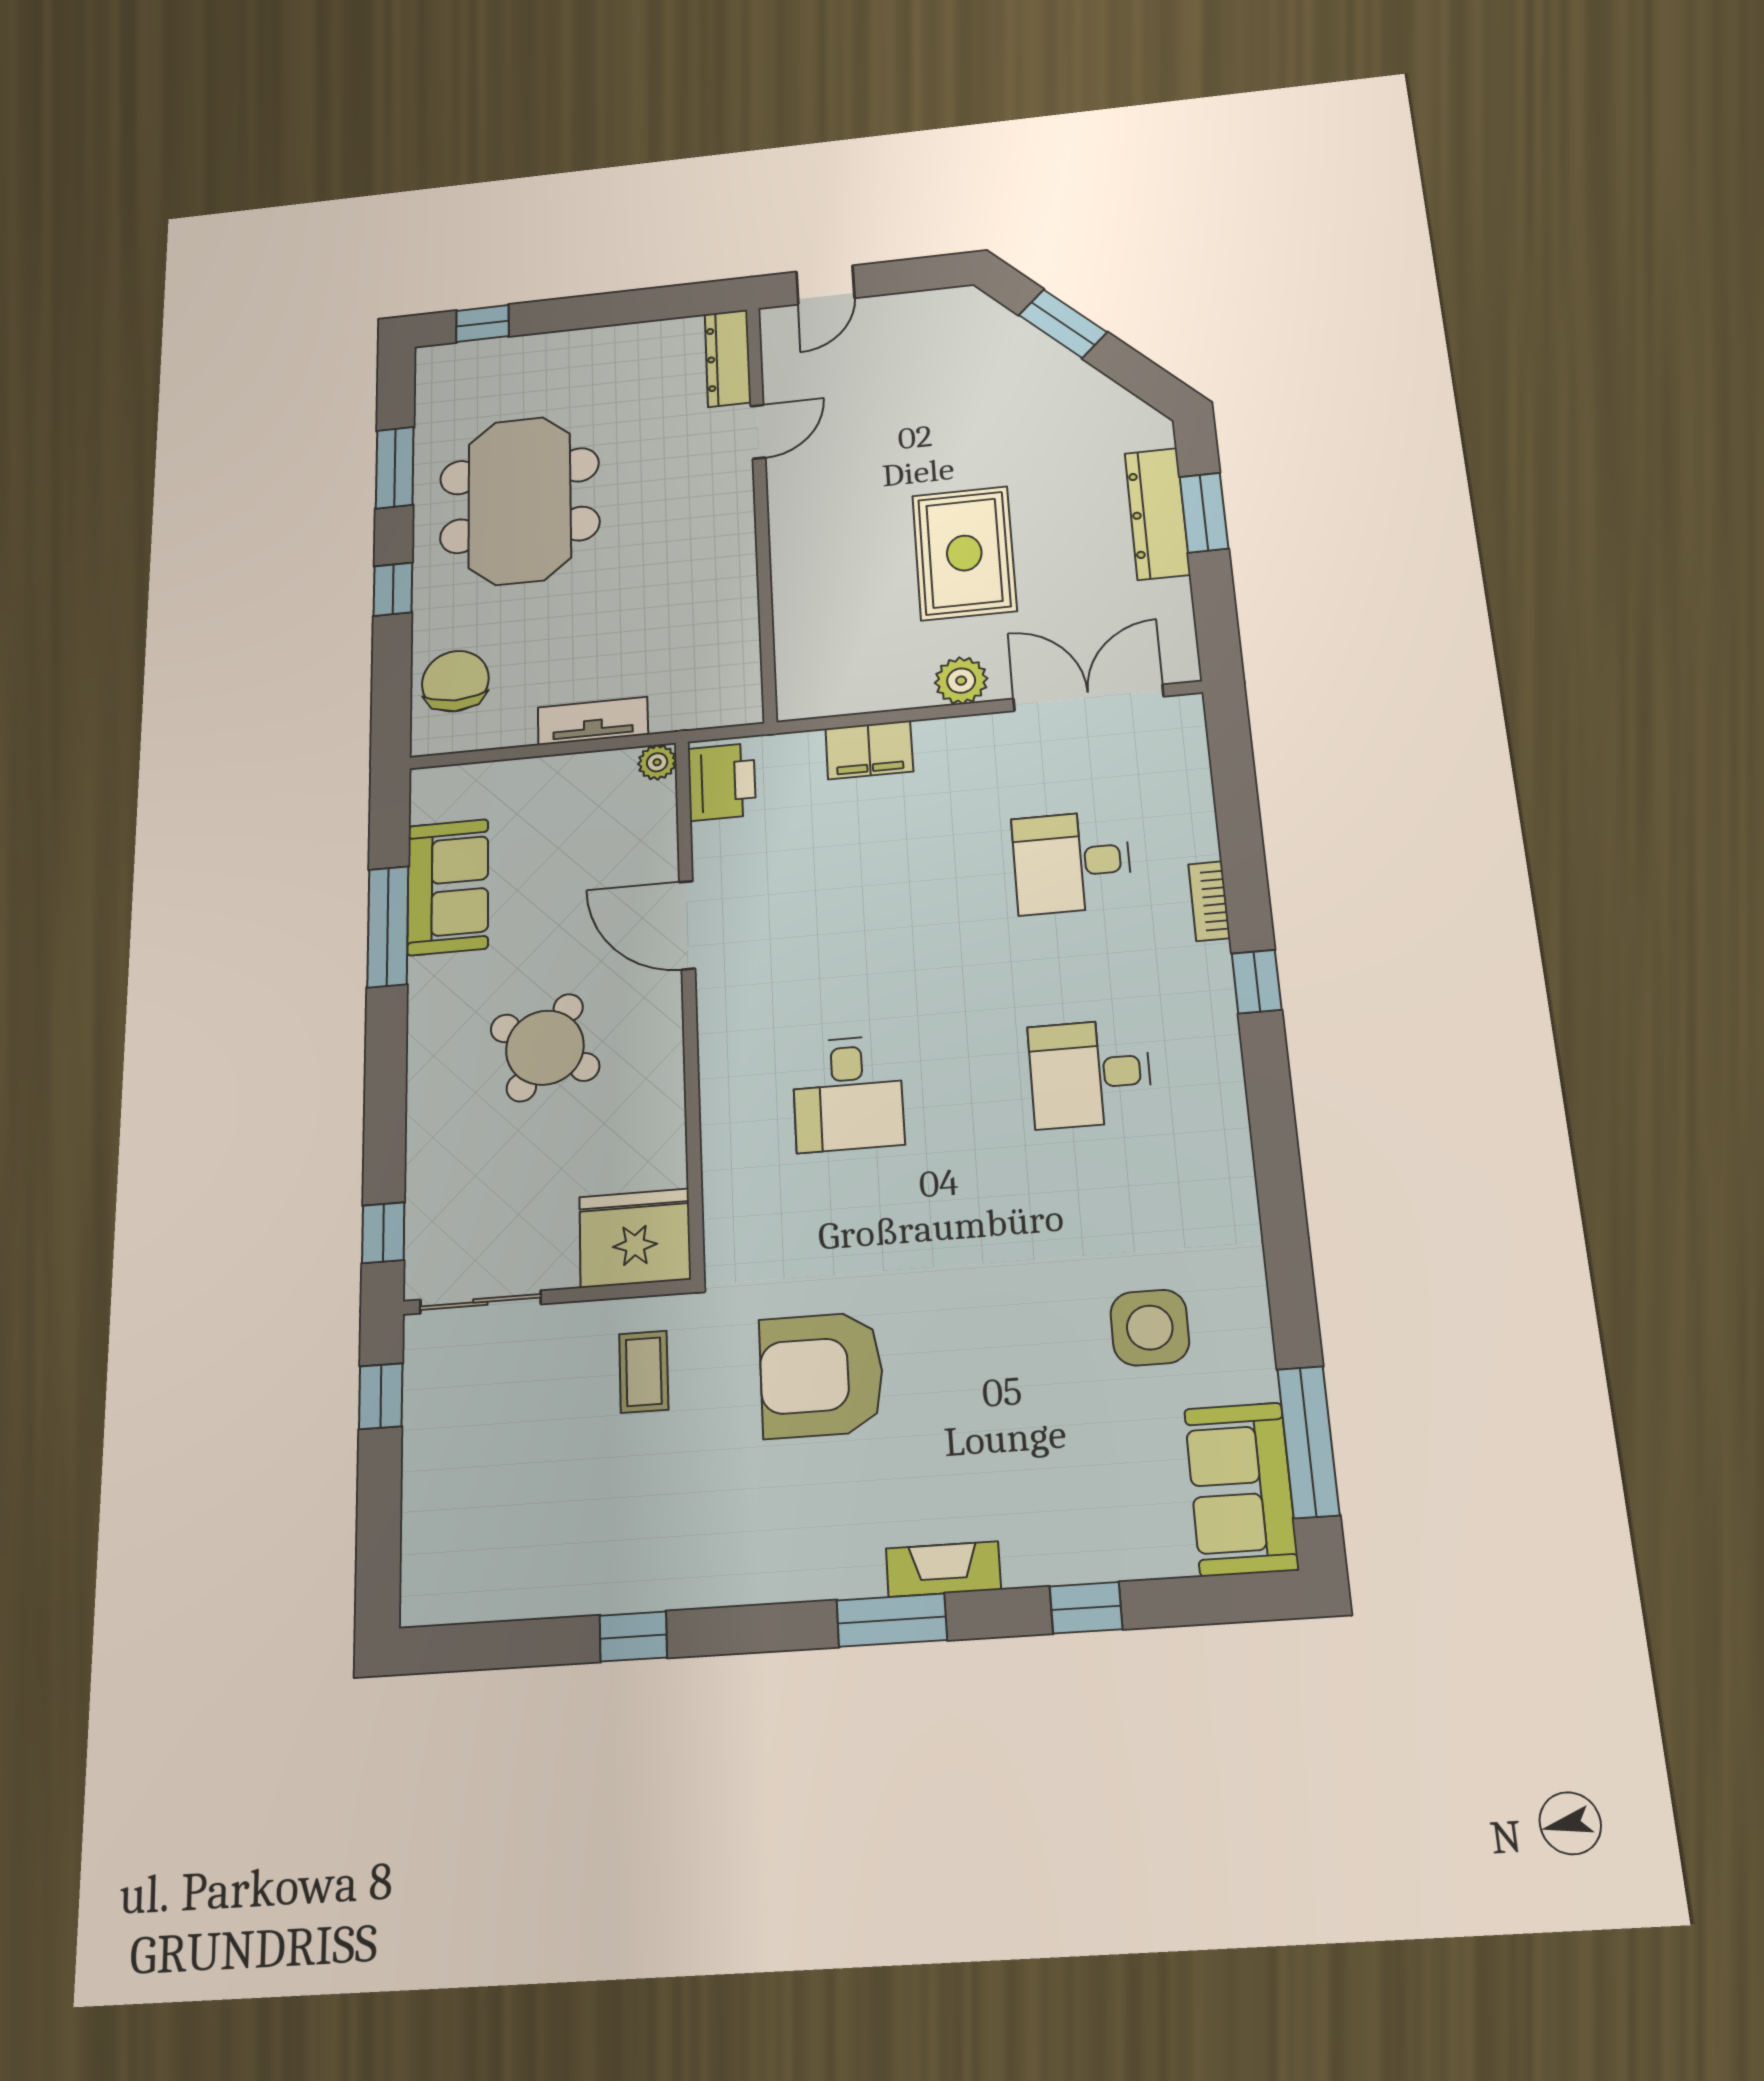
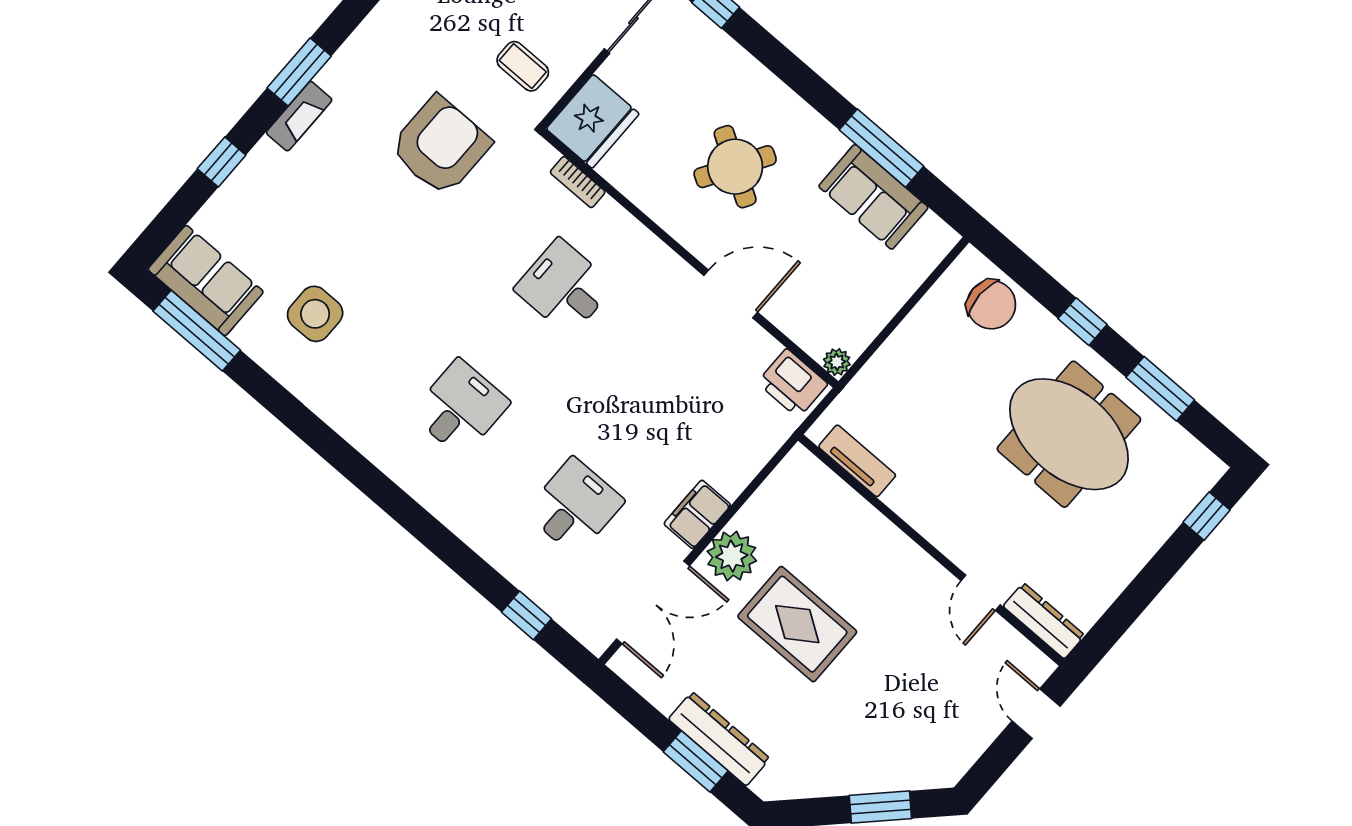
plant: (961, 681) -> (732, 556), width x1.36, depth x1.36
tv unit: (593, 721) -> (857, 461), moved, turned -90
filing cabinet: (869, 750) -> (697, 514), moved
bookcase: (1209, 901) -> (578, 182), moved, turned 180
window: (1257, 982) -> (527, 615), moved

